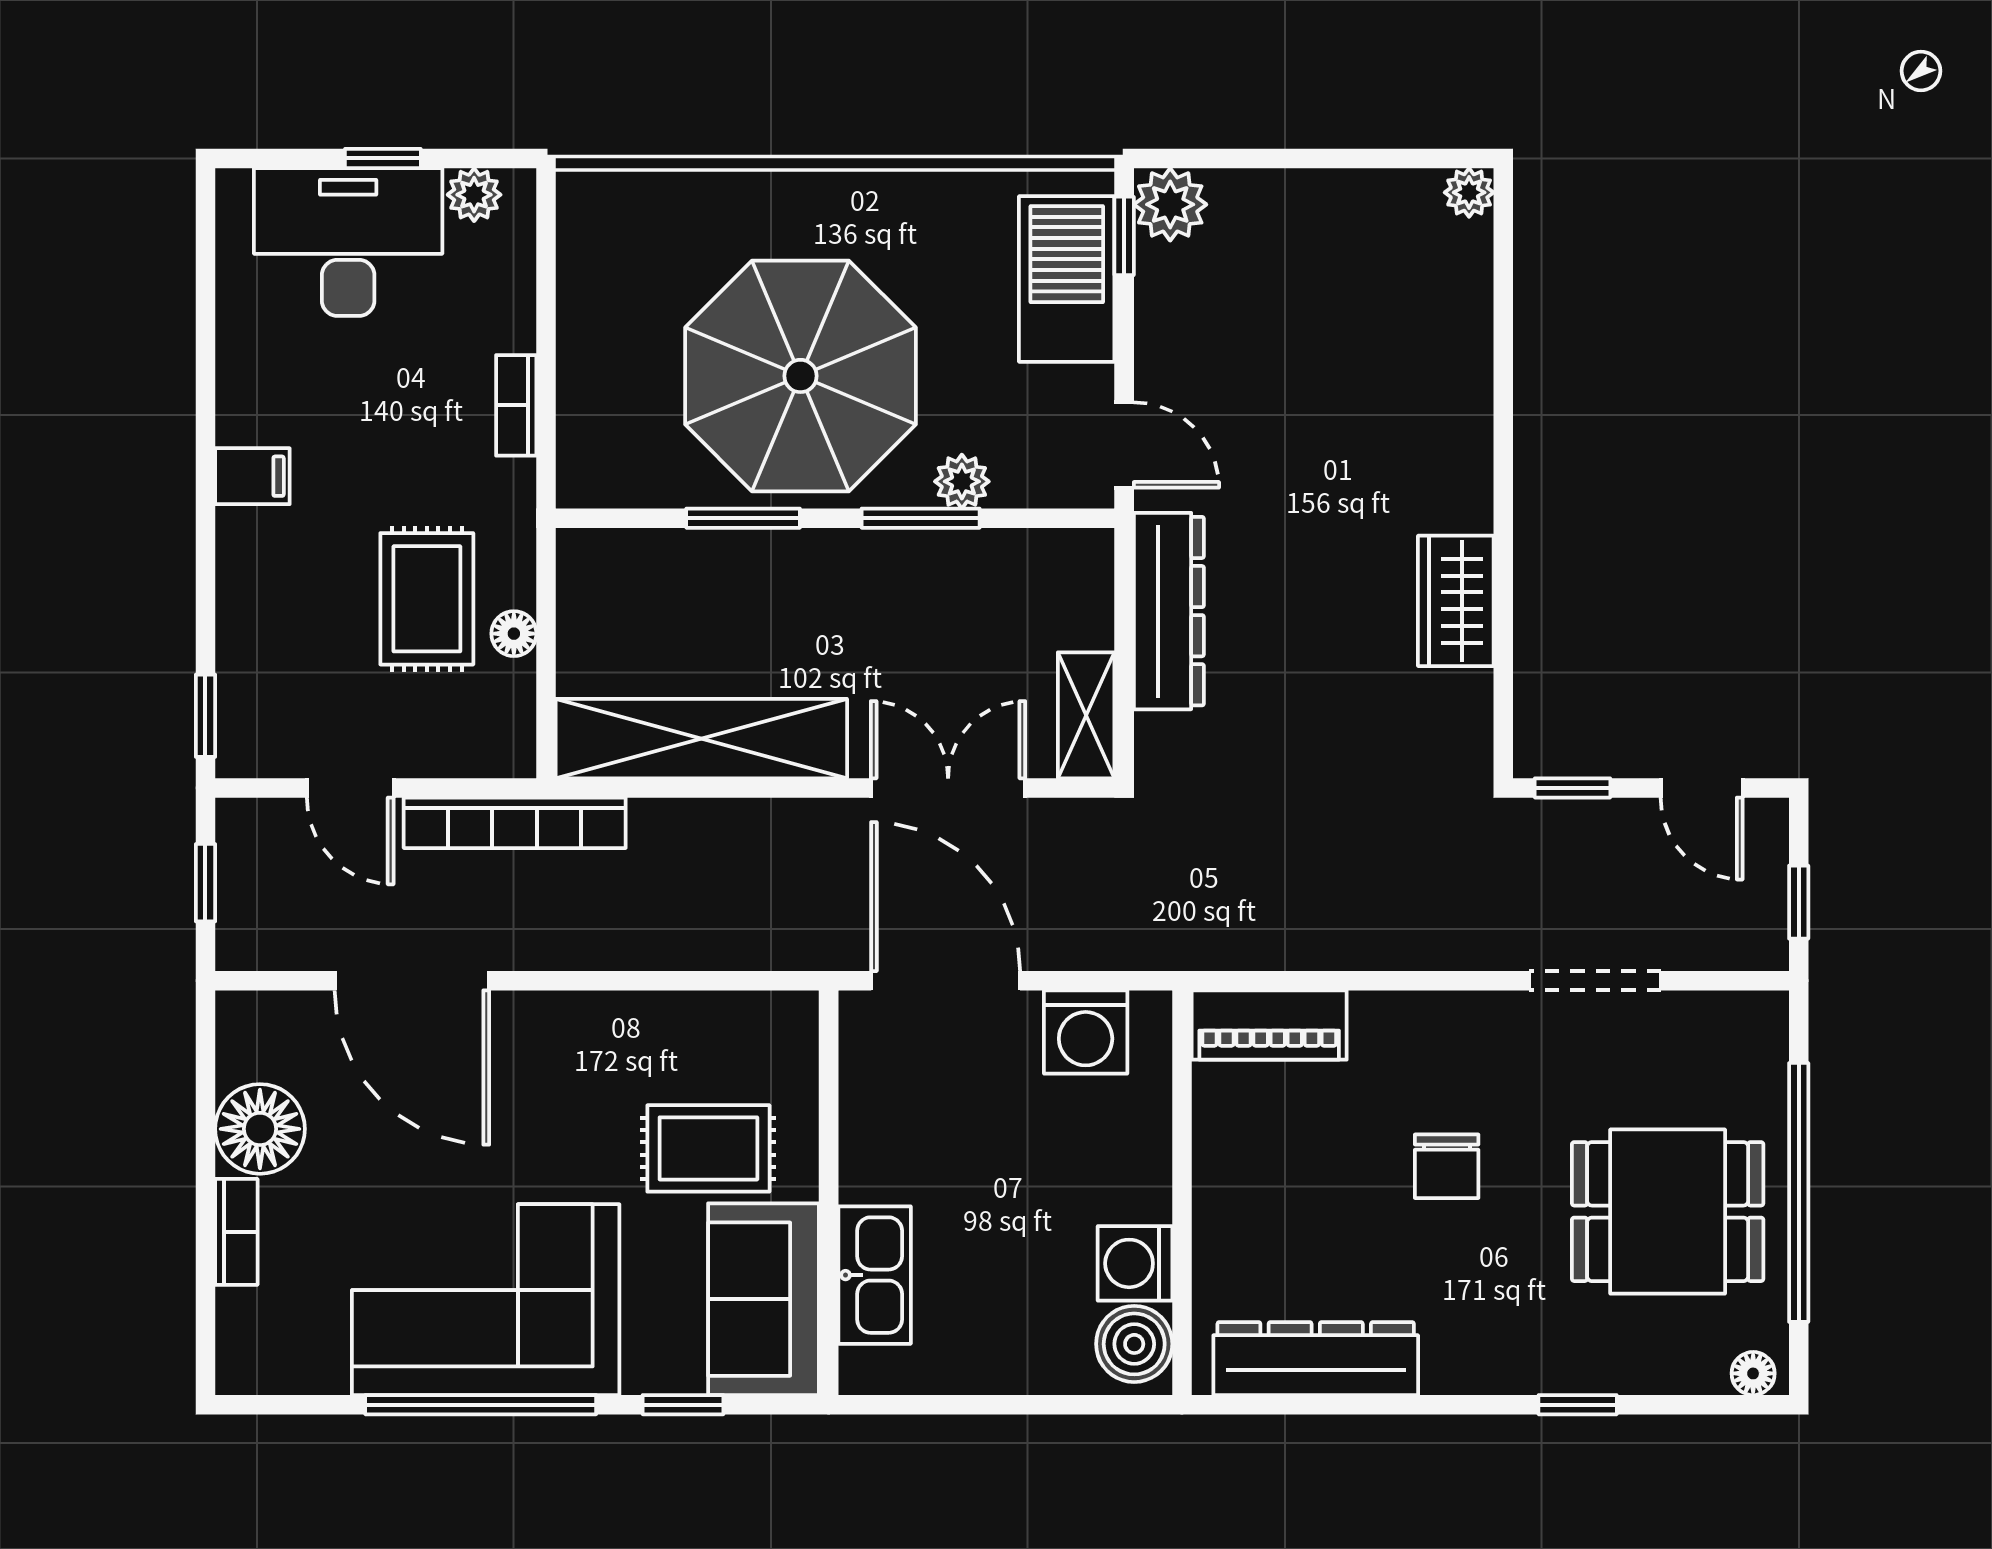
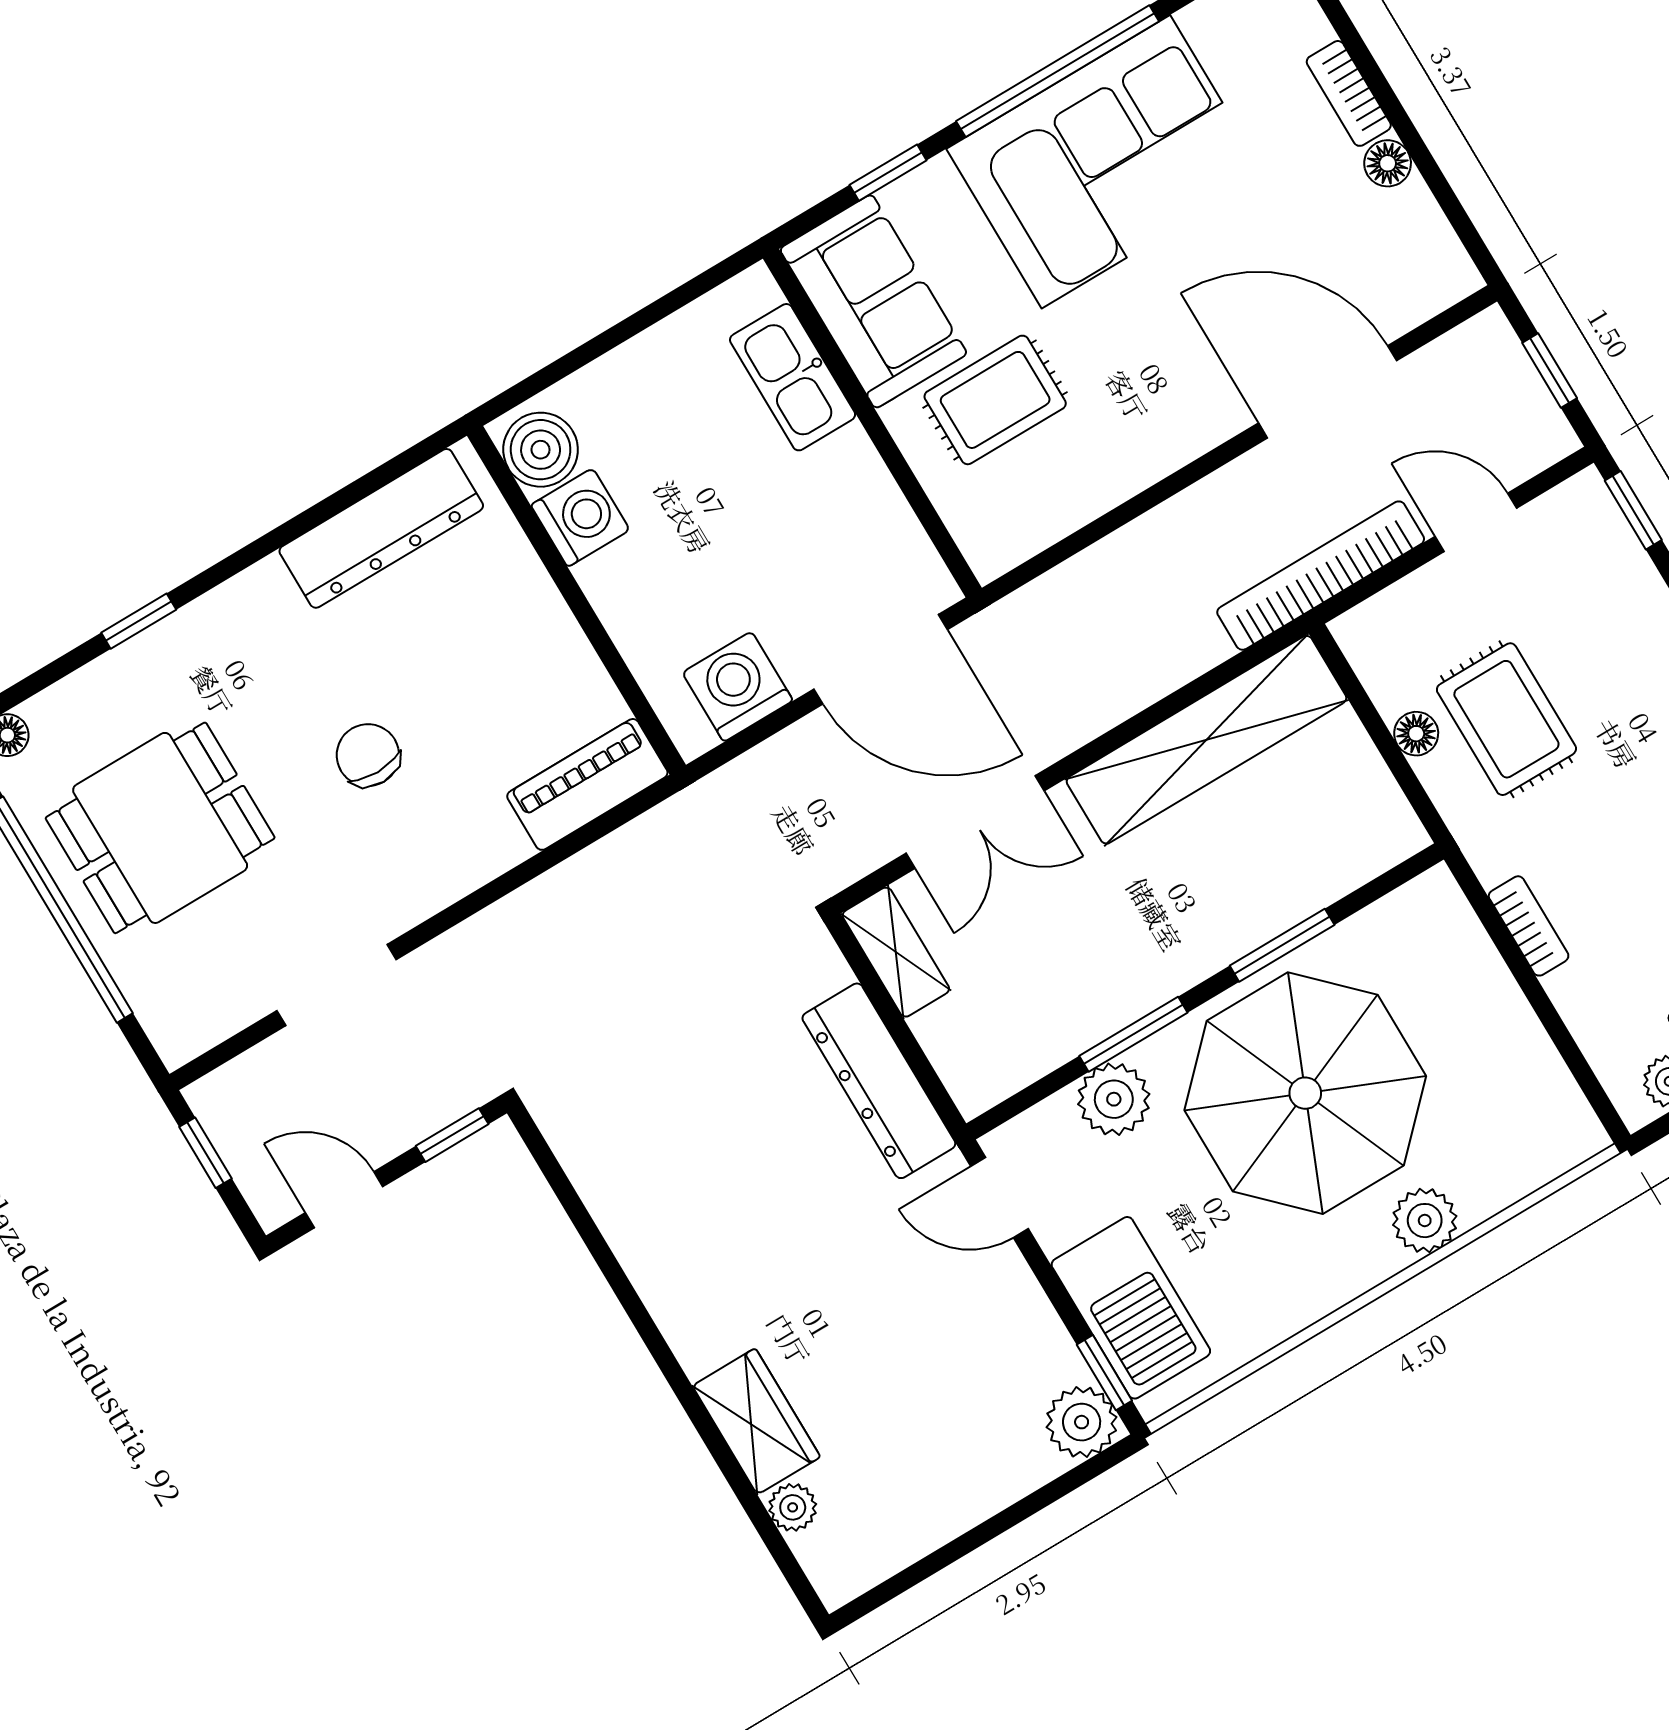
plant: (1469, 192) -> (793, 1507), moved
plant: (763, 201) -> (1425, 1221), added
plant: (962, 481) -> (1114, 1099), width x1.38, depth x1.38
wardrobe: (1456, 601) -> (756, 1421), moved
floor lamp: (260, 1129) -> (1388, 163), width x0.53, depth x0.53

